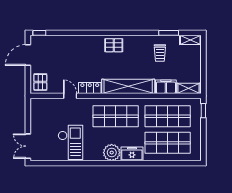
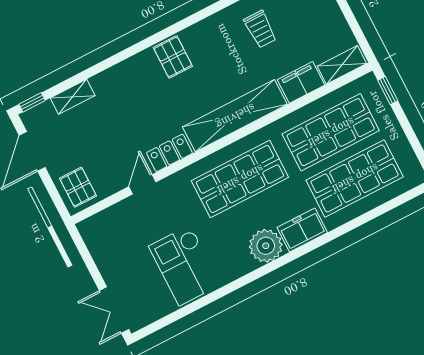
shelving: (59, 40) -> (73, 97), added
pallet: (114, 45) -> (173, 57), turned 90
door: (70, 96) -> (142, 184), hinge flipped
checkout: (70, 142) -> (185, 265), turned 180

